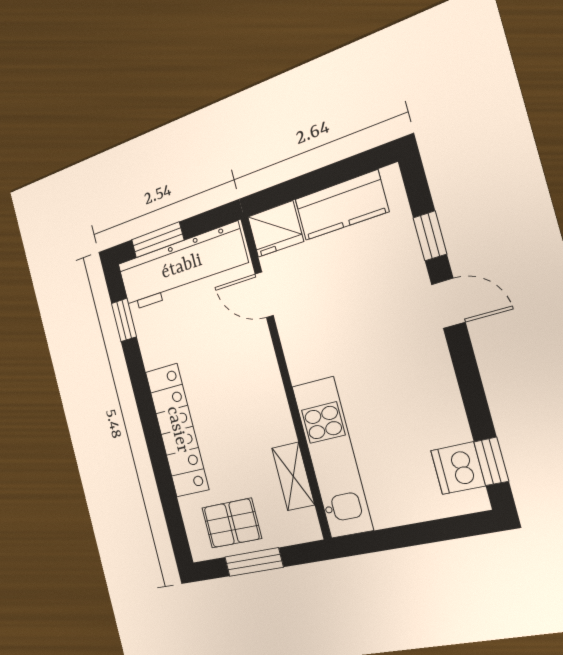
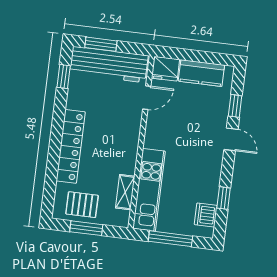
door: (264, 295) -> (147, 98), swing flipped
window: (491, 461) -> (224, 198), moved
window: (408, 536) -> (170, 239), added

